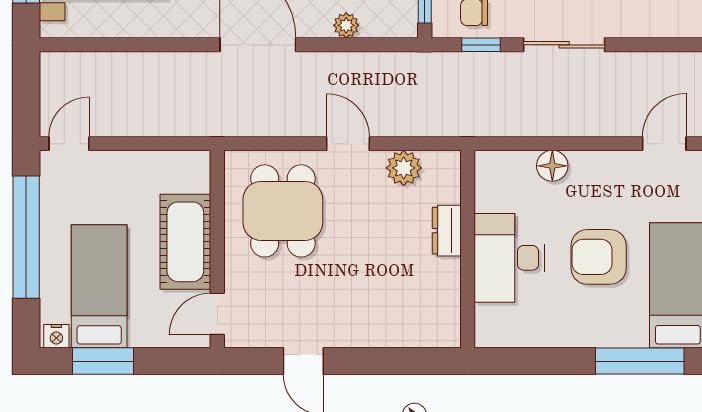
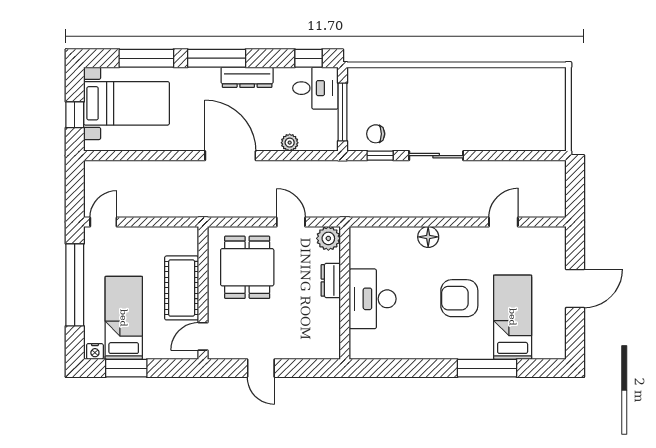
dresser: (447, 231) -> (331, 280), moved
wall: (468, 249) -> (345, 293), moved
desk: (509, 258) -> (373, 299), moved

